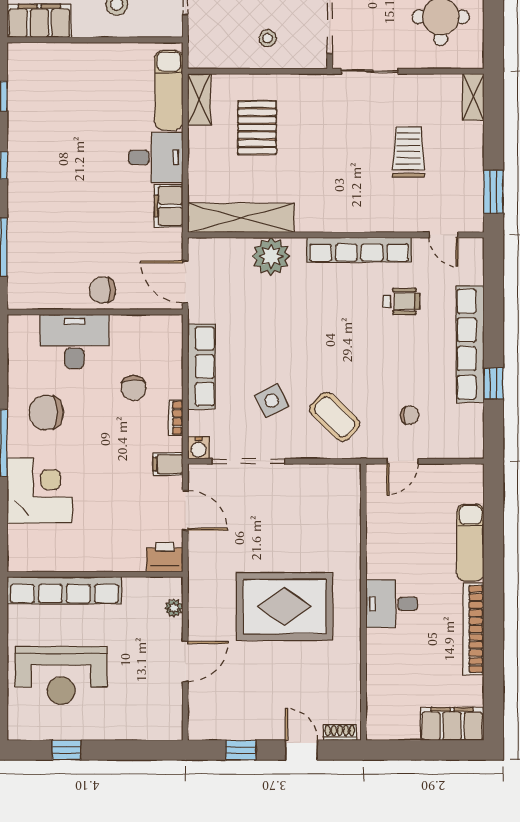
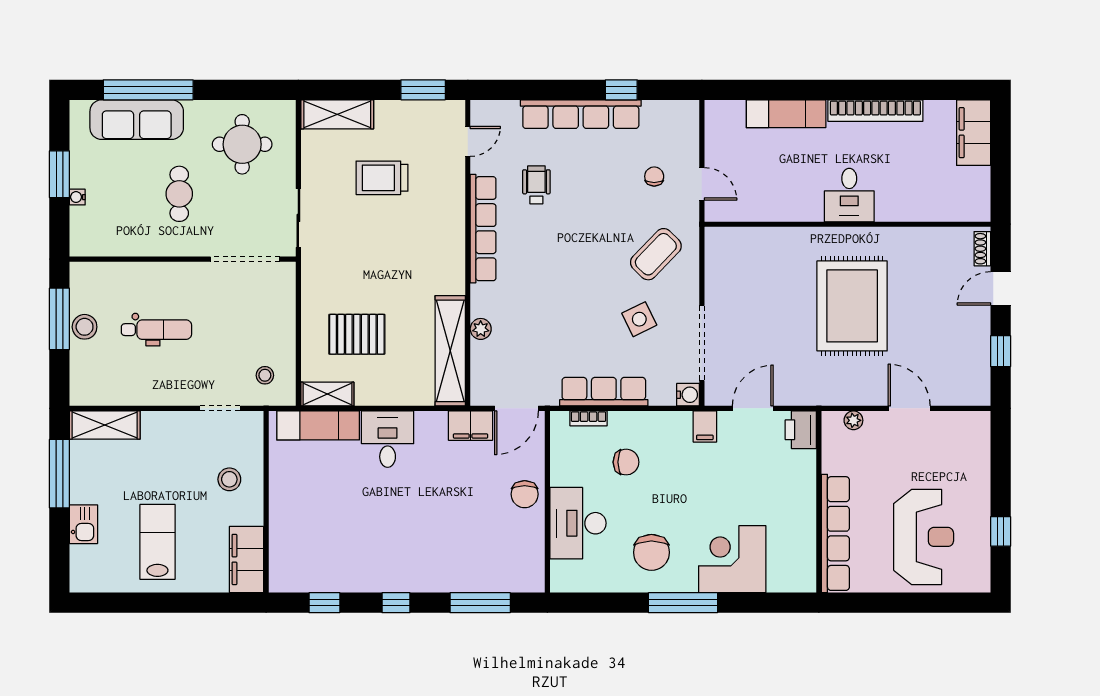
stool: (268, 38) -> (265, 375), moved
shelving: (473, 97) -> (337, 114), width x1.50, depth x1.33
filing cabinet: (169, 206) -> (471, 426), moved
plant: (271, 256) -> (481, 329), width x0.53, depth x0.53
bookcase: (176, 418) -> (589, 418), moved

